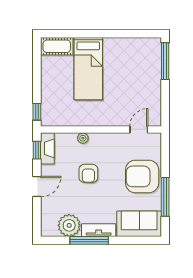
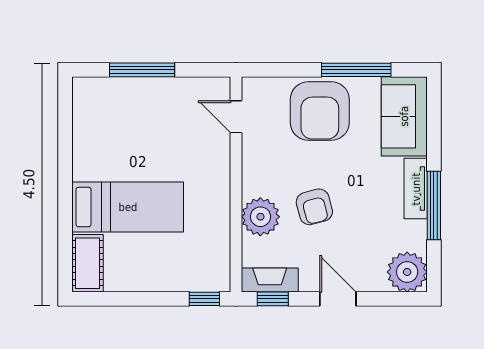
window: (165, 61) -> (142, 70), moved
plant: (83, 138) -> (260, 217), width x1.87, depth x1.87
armchair: (88, 173) -> (314, 207), turned 75
plant: (69, 225) -> (407, 272), moved

